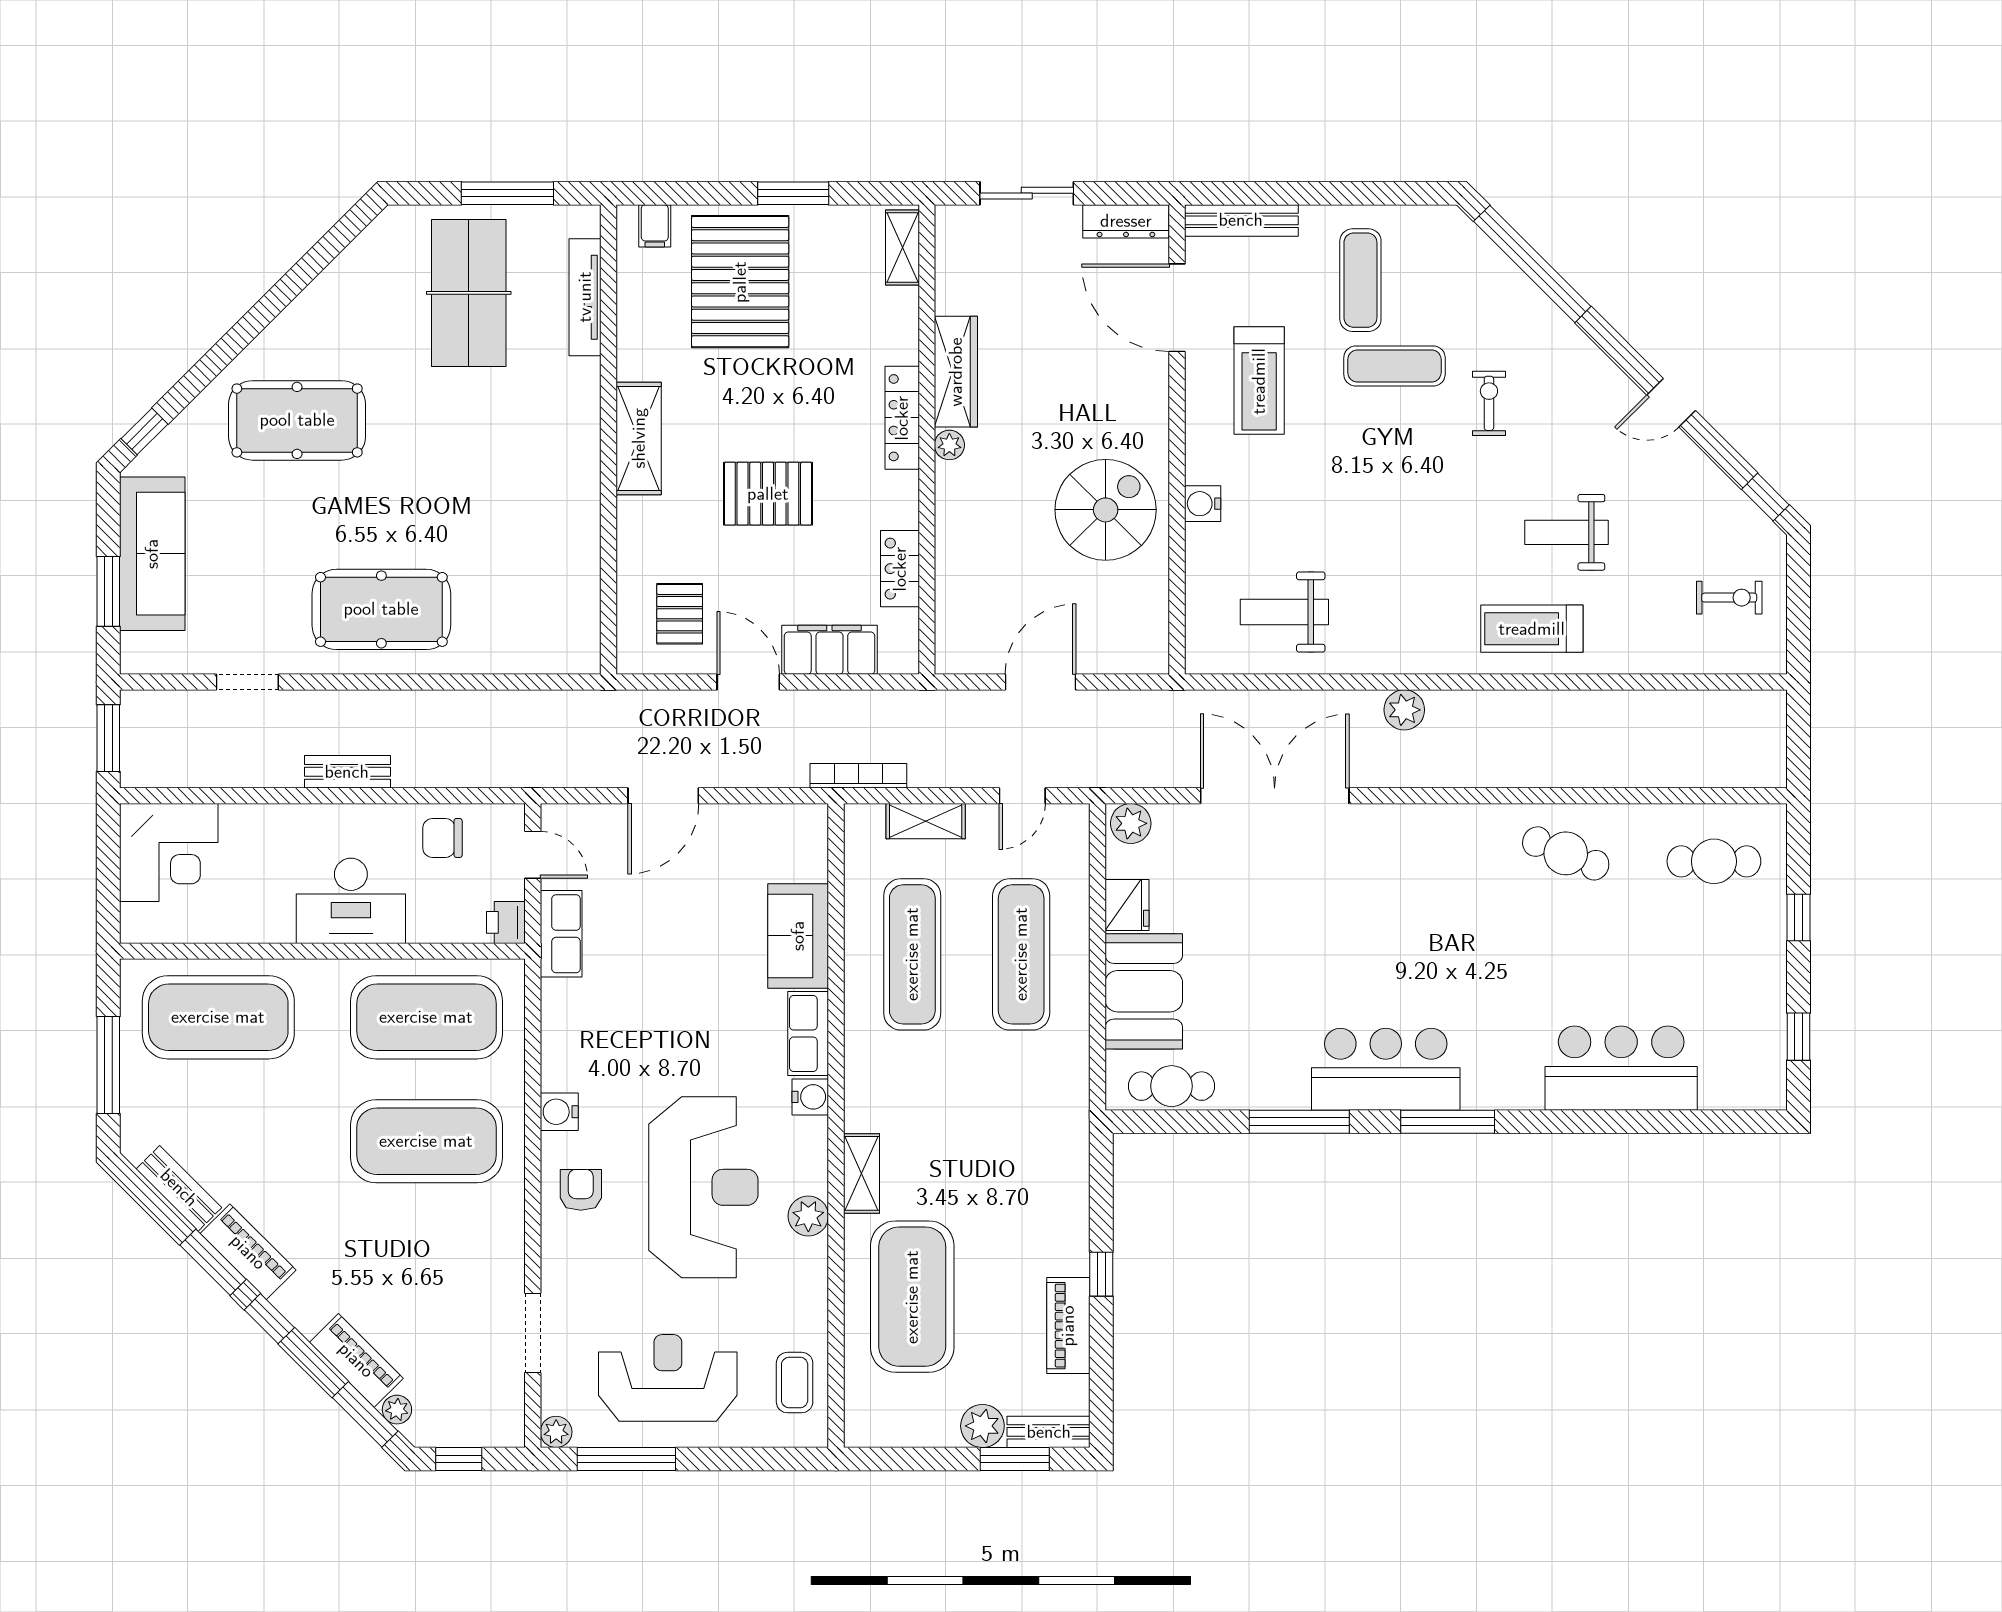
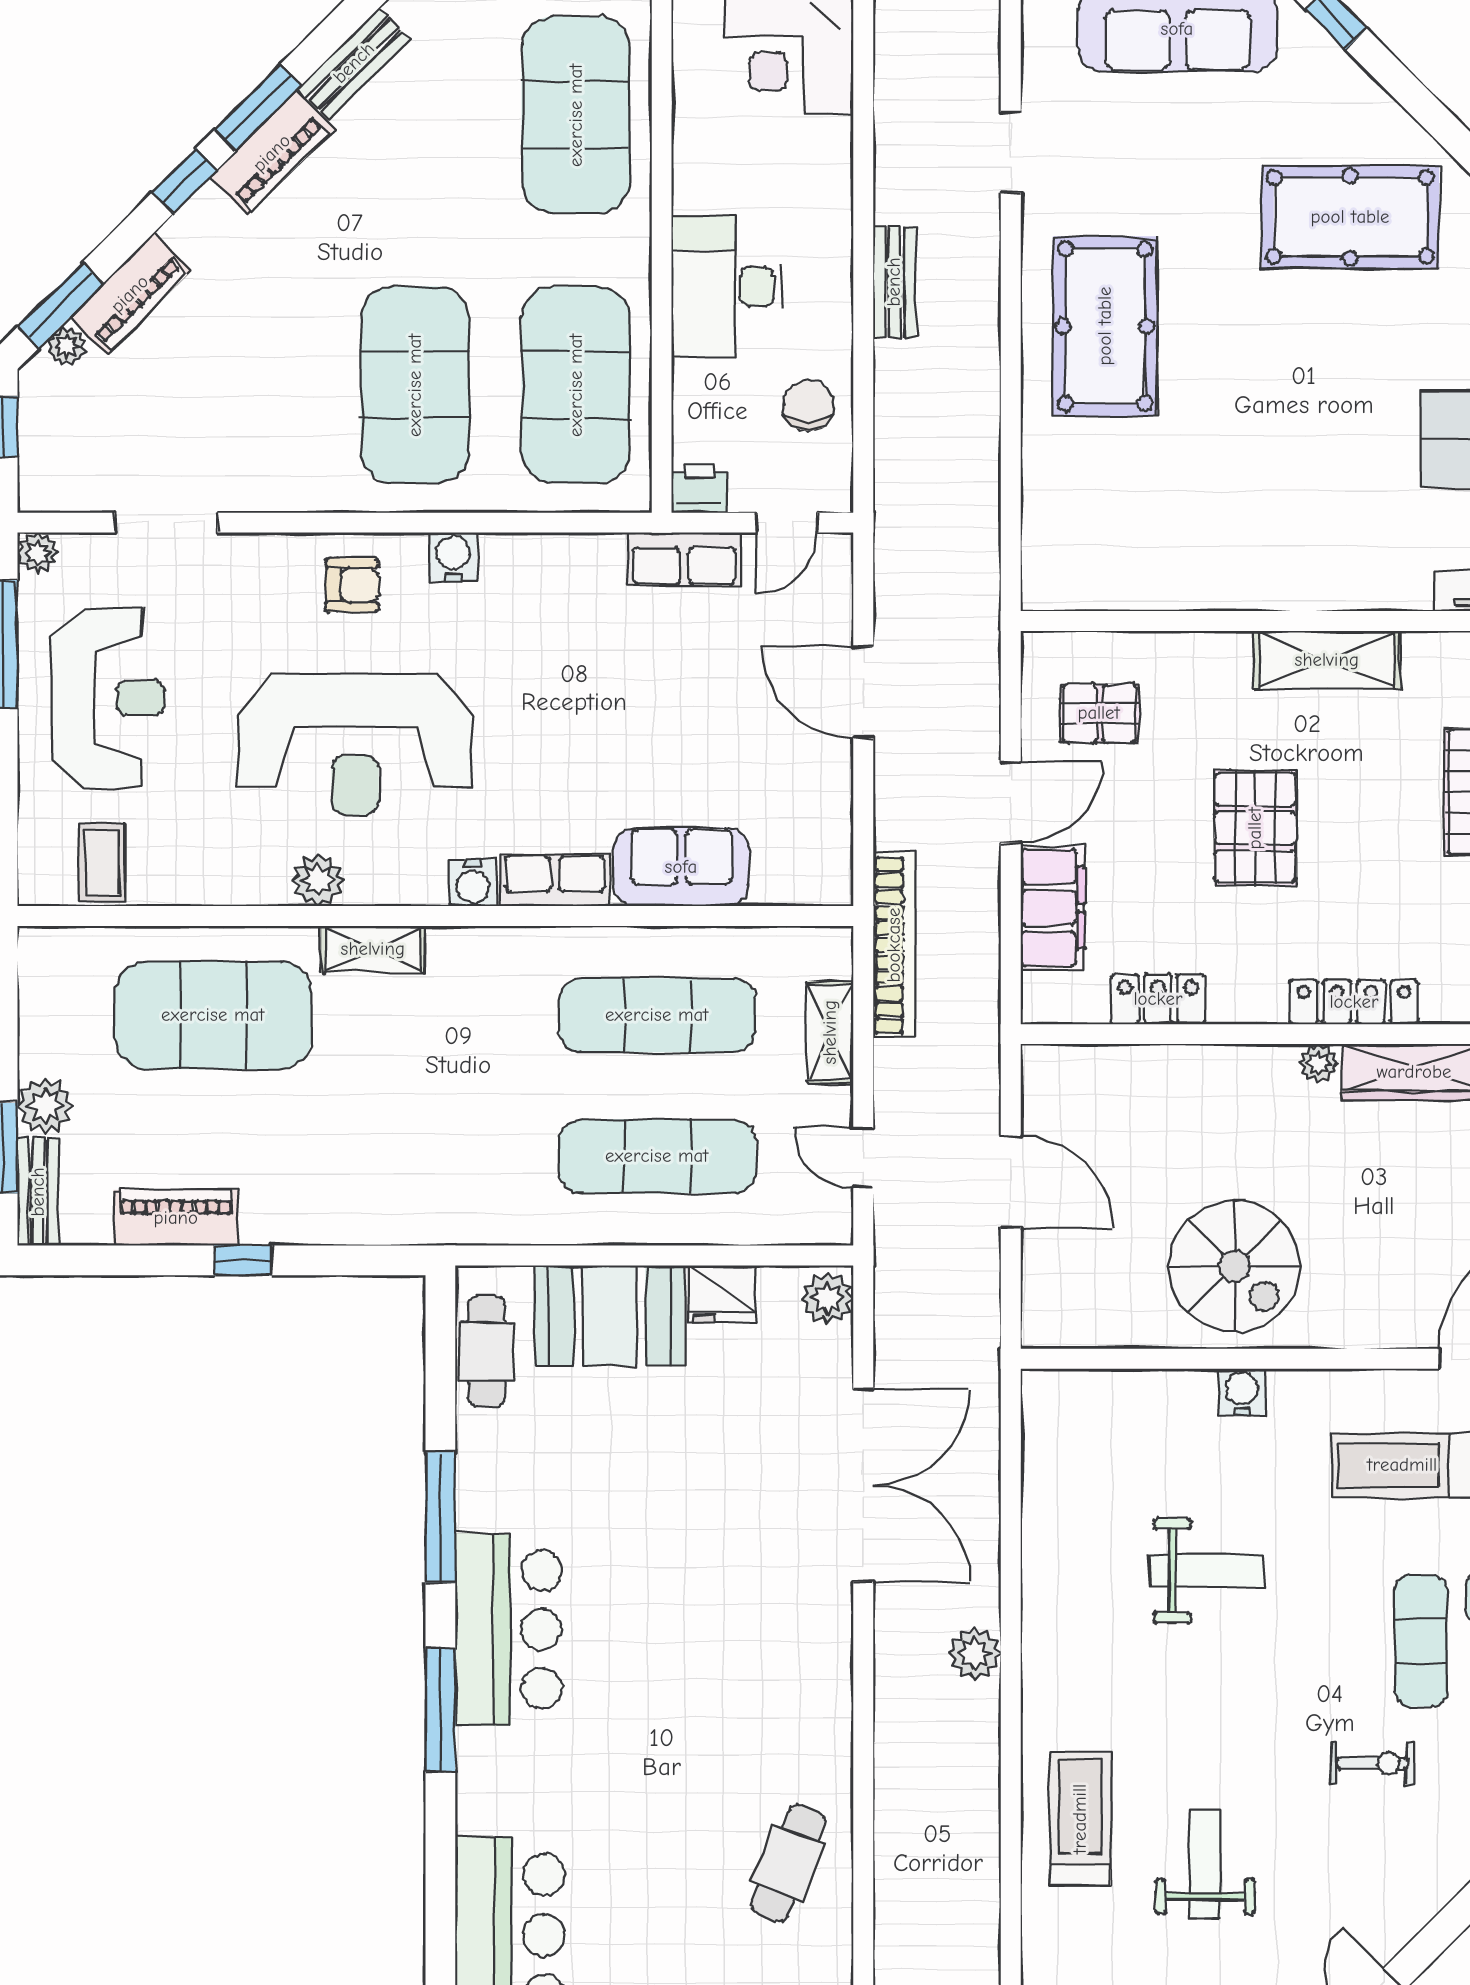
pool table: (297, 420) -> (1350, 217), turned 90
weight bench: (1284, 612) -> (1206, 1571), moved, turned 90
bookcase: (858, 776) -> (894, 945), width x1.48, depth x1.31
coffee table: (795, 1383) -> (102, 862), turned 90

